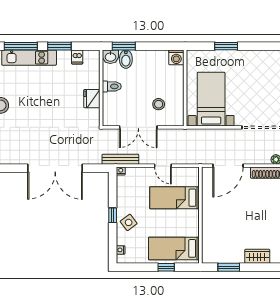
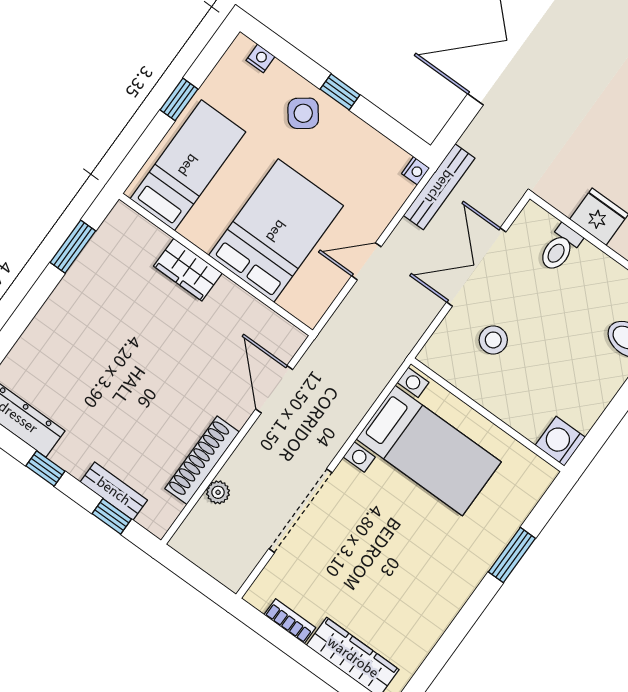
toilet: (112, 86) -> (560, 248), moved
door: (228, 166) -> (274, 389), width x0.73
bed: (174, 198) -> (276, 231), width x1.50
wardrobe: (257, 256) -> (188, 270), moved, turned 90
window: (166, 267) -> (179, 99), moved

